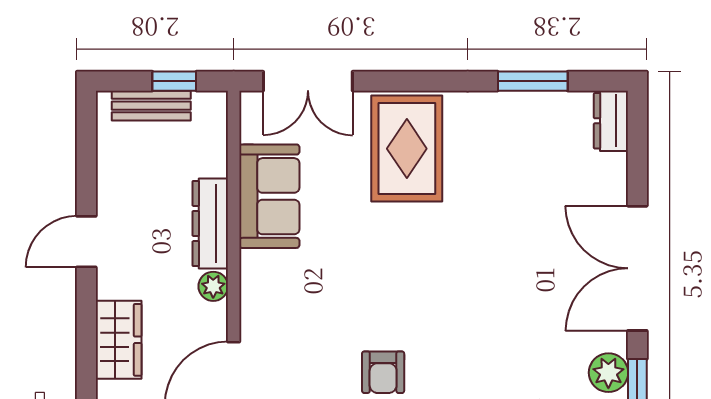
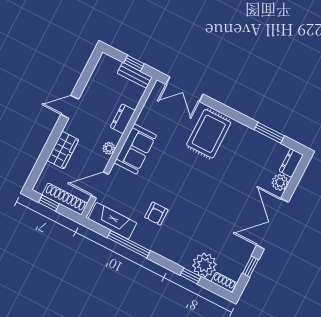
bench: (151, 106) -> (135, 75), moved
sofa: (269, 196) -> (135, 149), moved
dresser: (210, 223) -> (123, 119), width x0.70
plant: (608, 373) -> (280, 182), moved

